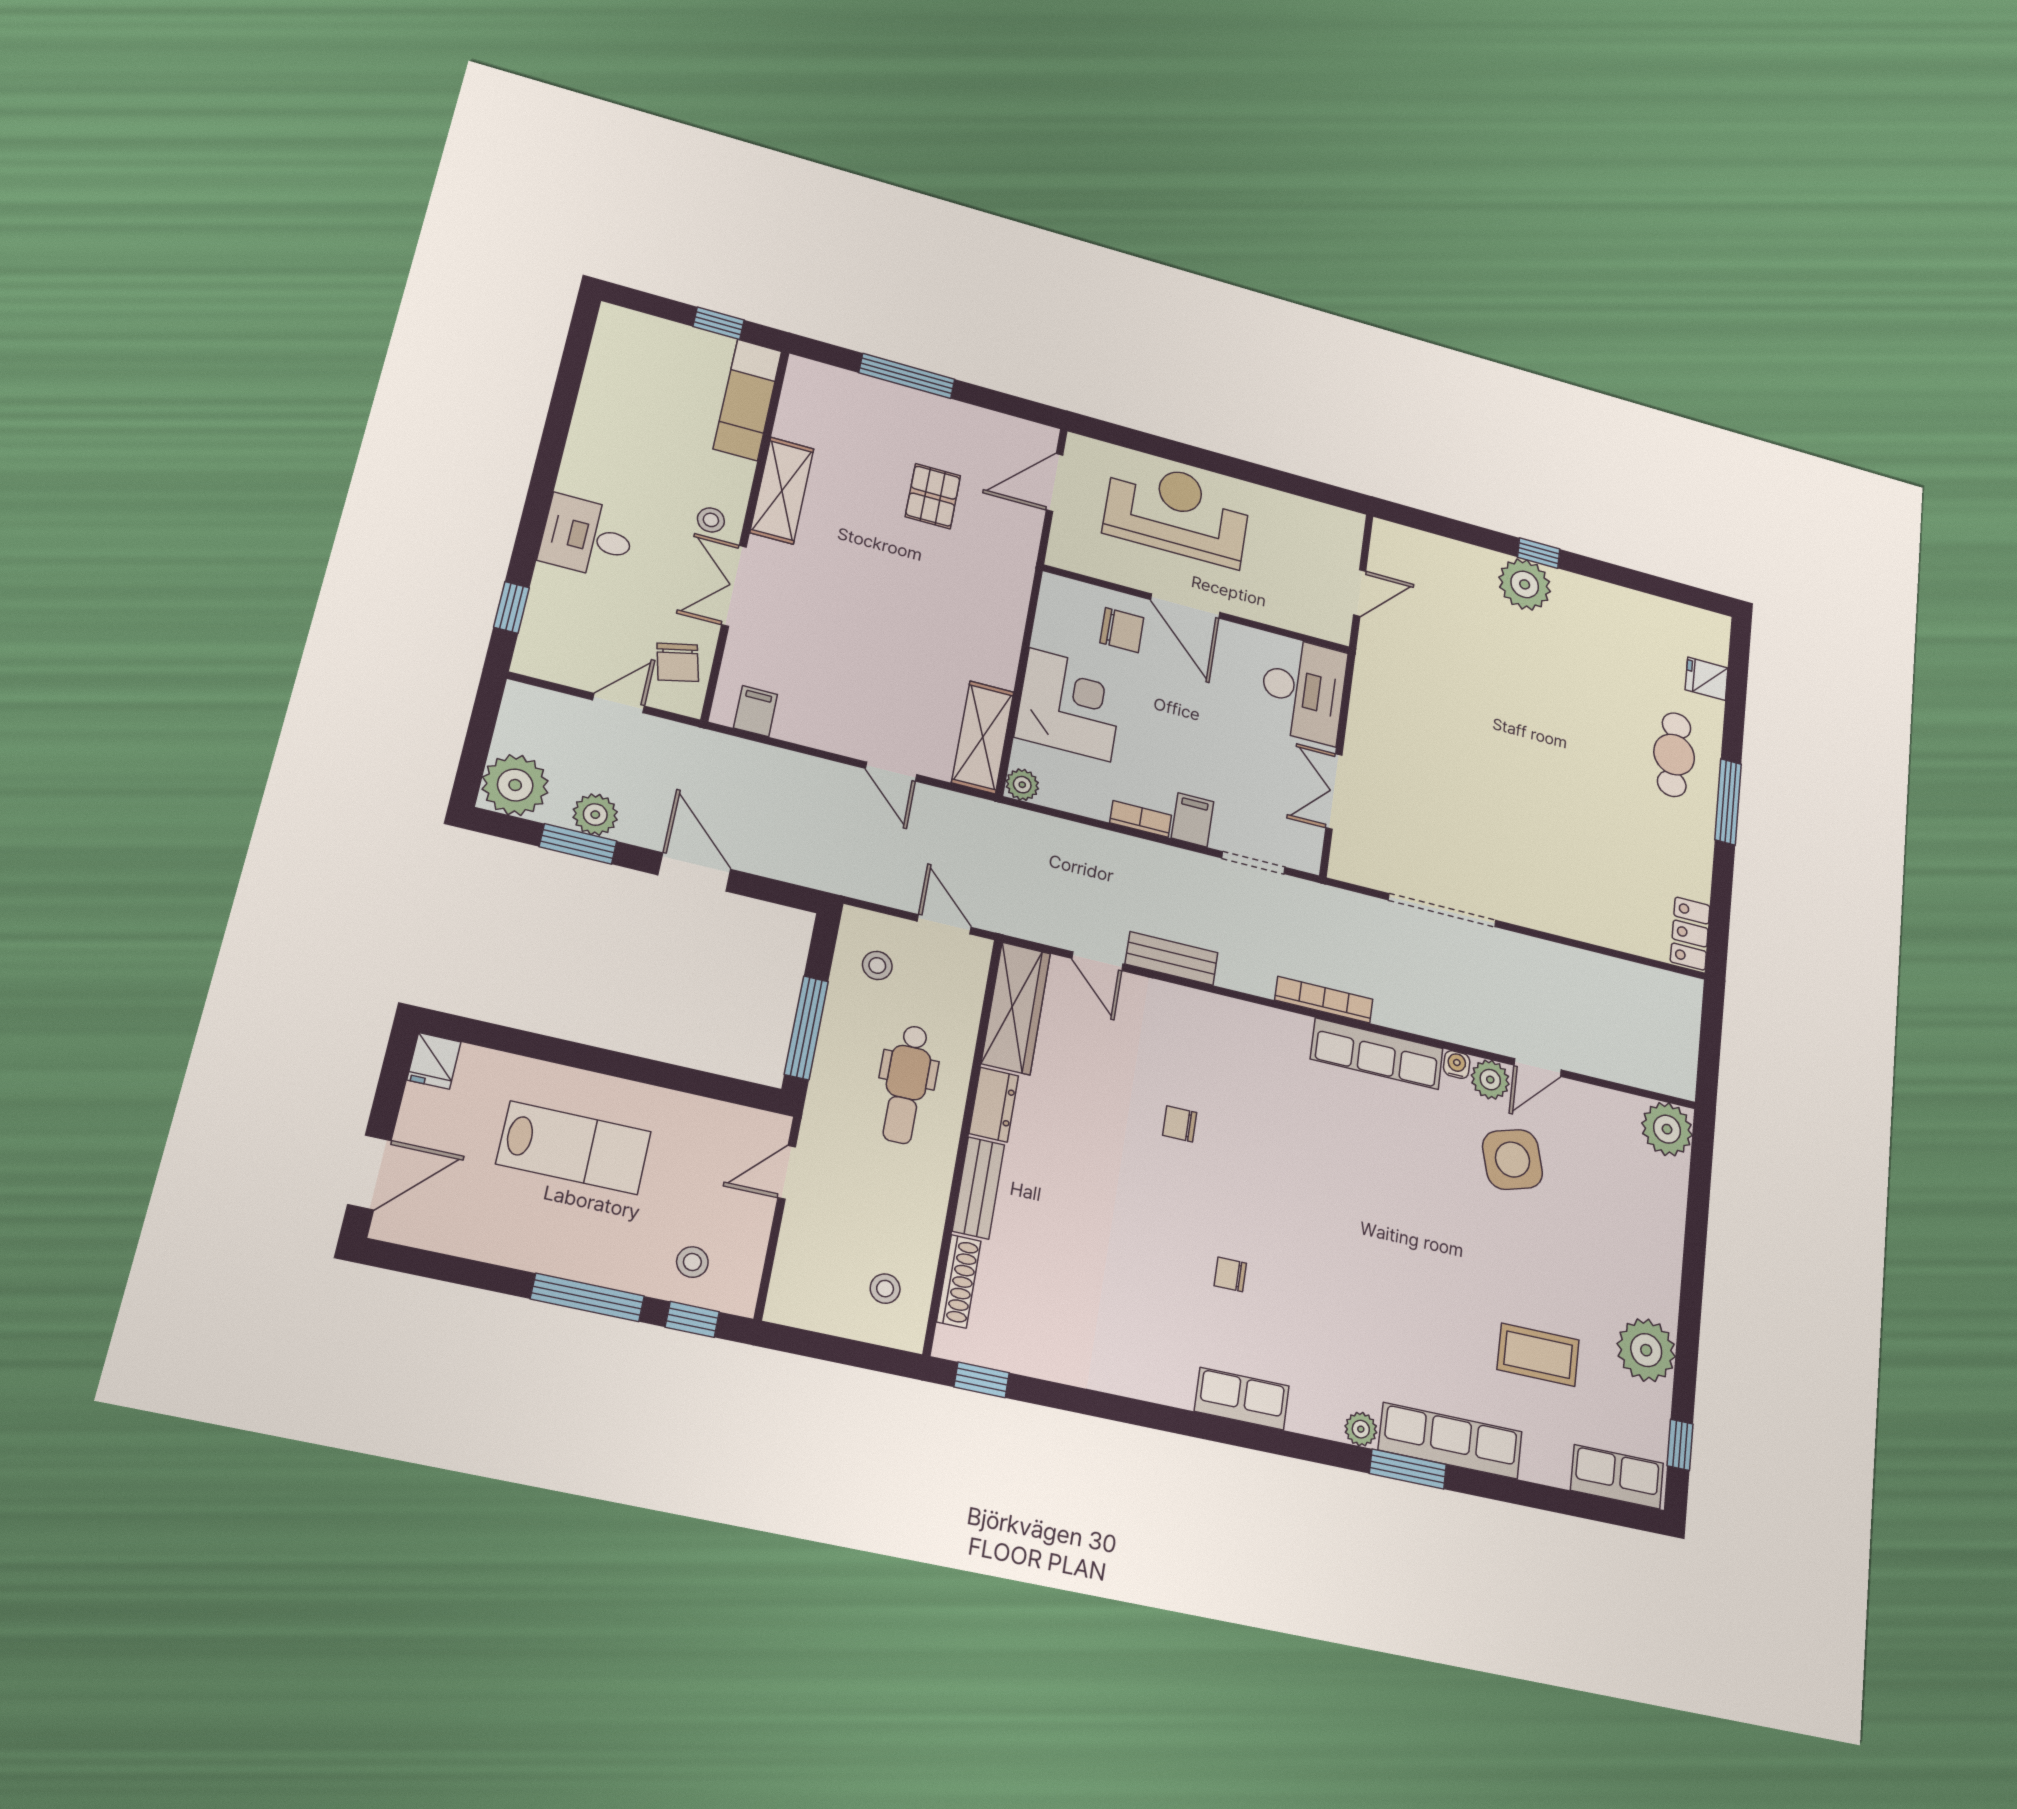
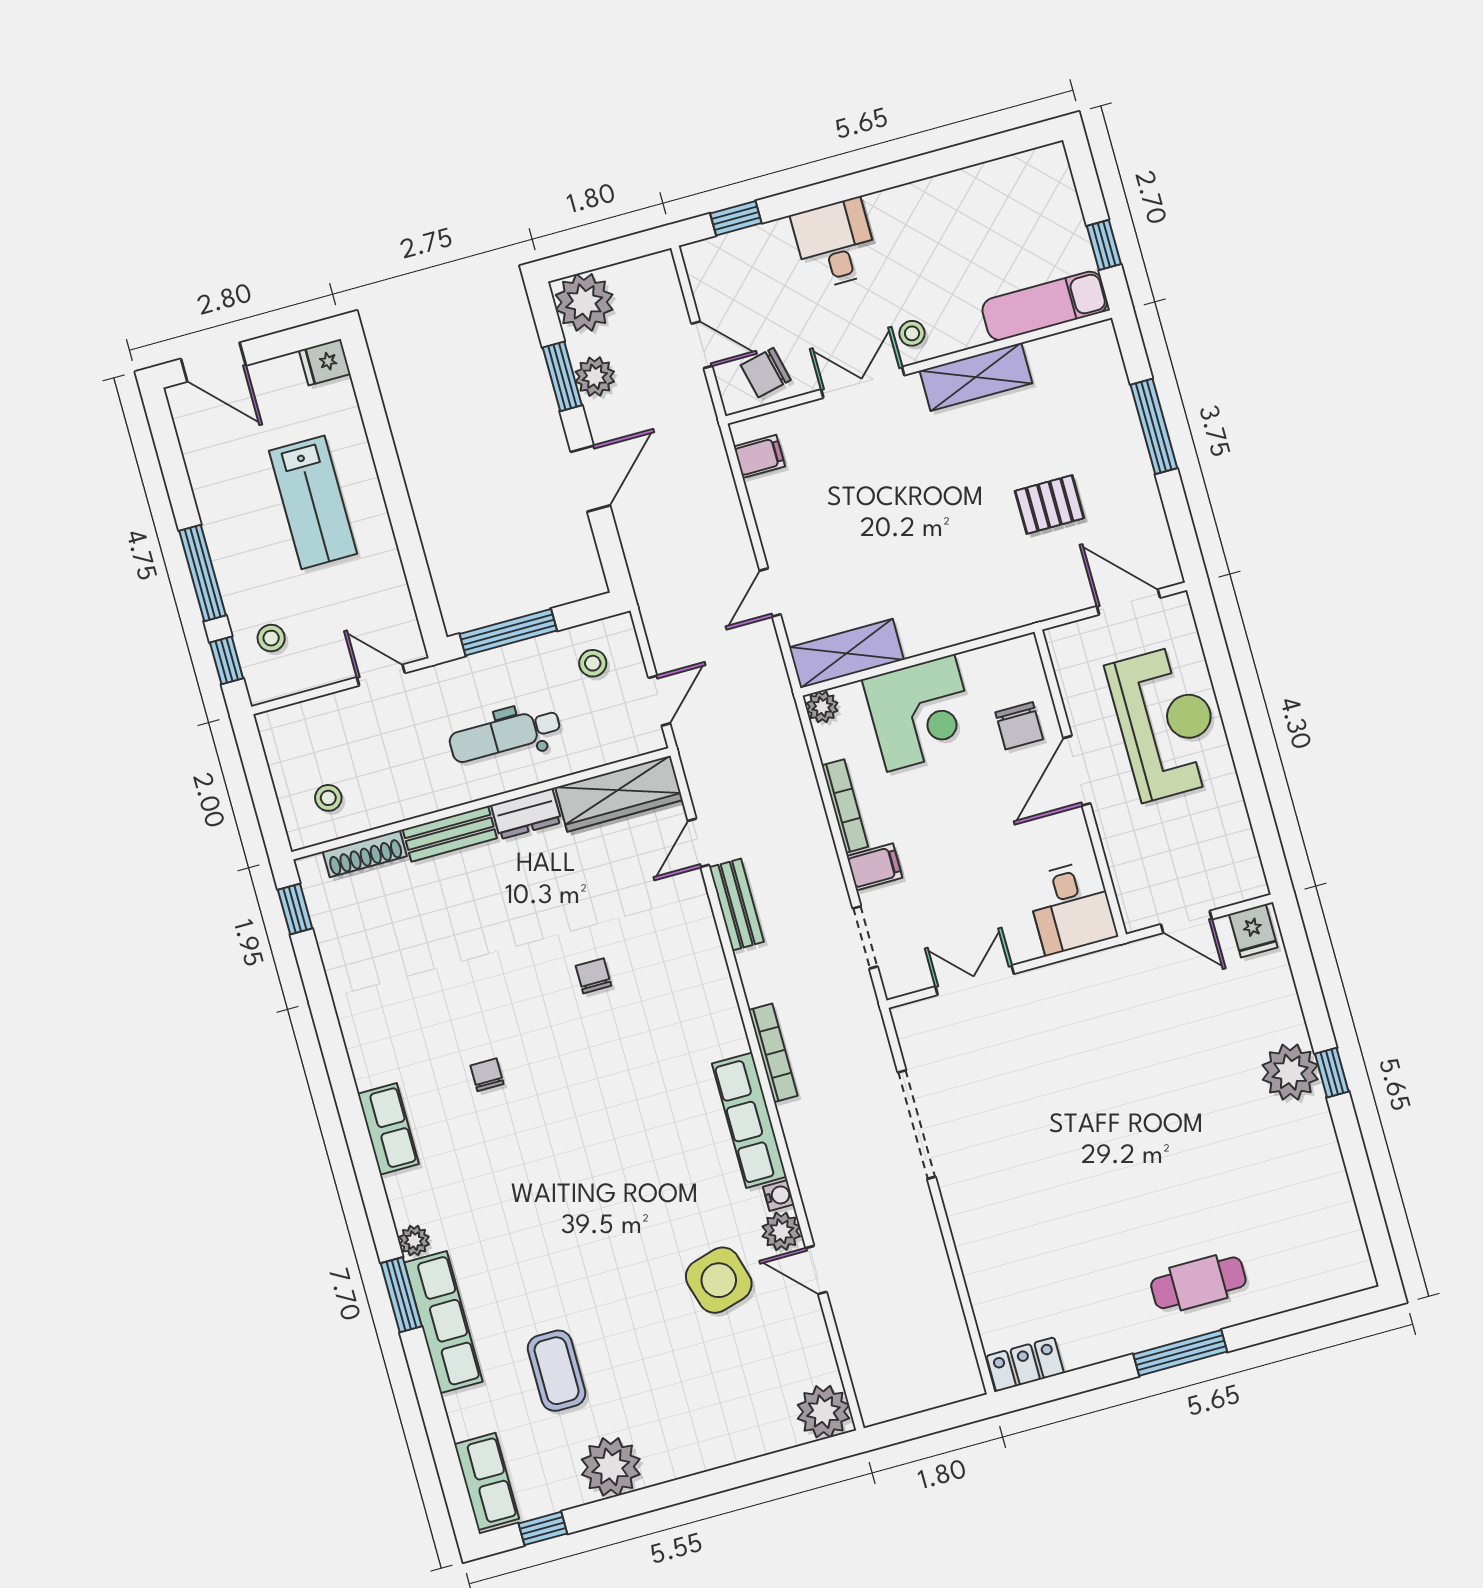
fridge: (1707, 679) -> (1253, 931), moved, turned 180
desk: (1303, 690) -> (1071, 907), width x0.73
bookcase: (1141, 819) -> (845, 806), width x1.56

